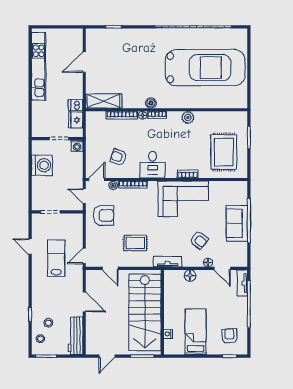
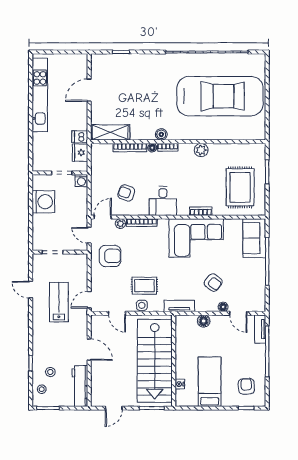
sofa: (237, 223) -> (254, 238), moved
side table: (133, 261) -> (142, 305), added

